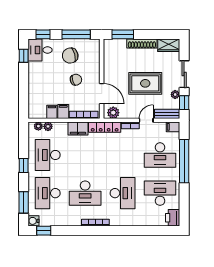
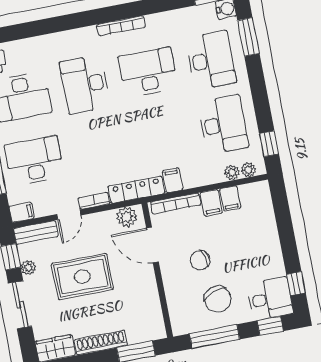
chair: (70, 56) -> (218, 299), turned 85
filing cabinet: (78, 129) -> (173, 180), width x0.50
window: (24, 166) -> (269, 144), moved

